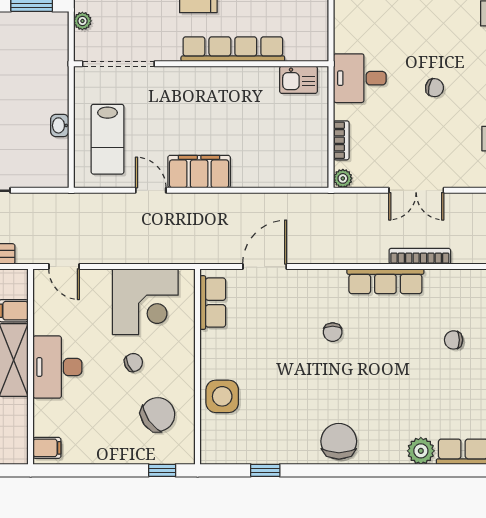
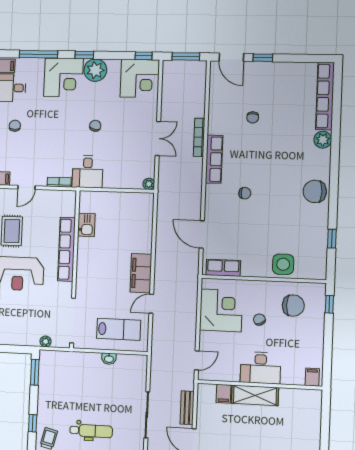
kitchen sink: (298, 80) -> (86, 225), moved
bookcase: (341, 140) -> (59, 182), moved
chair: (158, 415) -> (293, 306), turned 125

